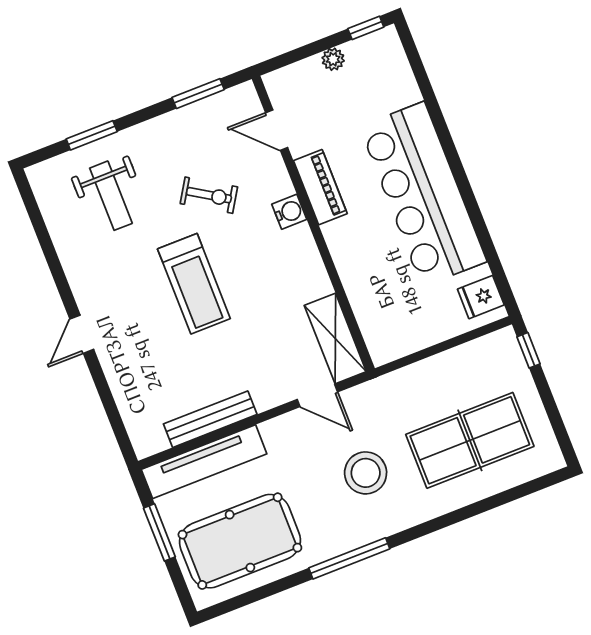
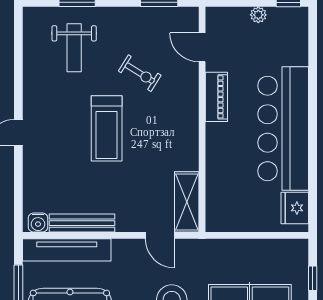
water cooler: (289, 212) -> (38, 223), moved, turned 90
fridge: (481, 297) -> (295, 208), width x1.38
window: (528, 350) -> (313, 278), moved

